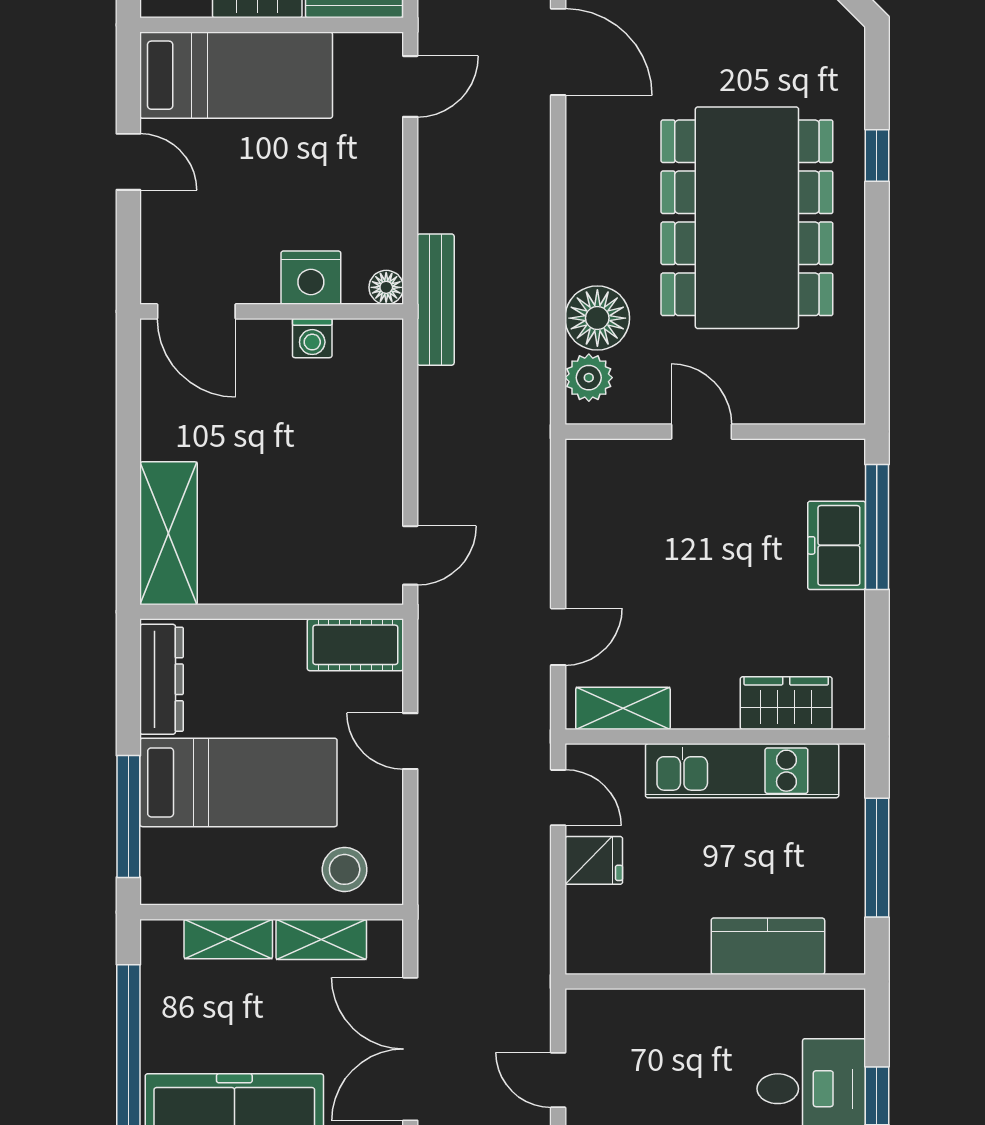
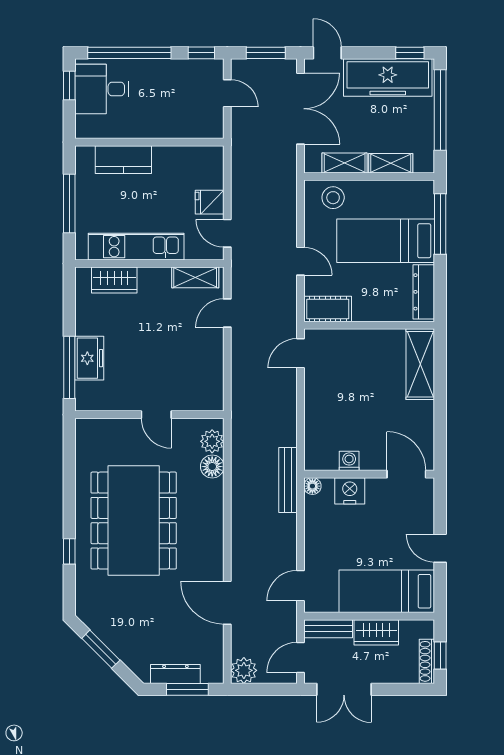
floor lamp: (597, 318) -> (212, 467), width x0.73, depth x0.73

